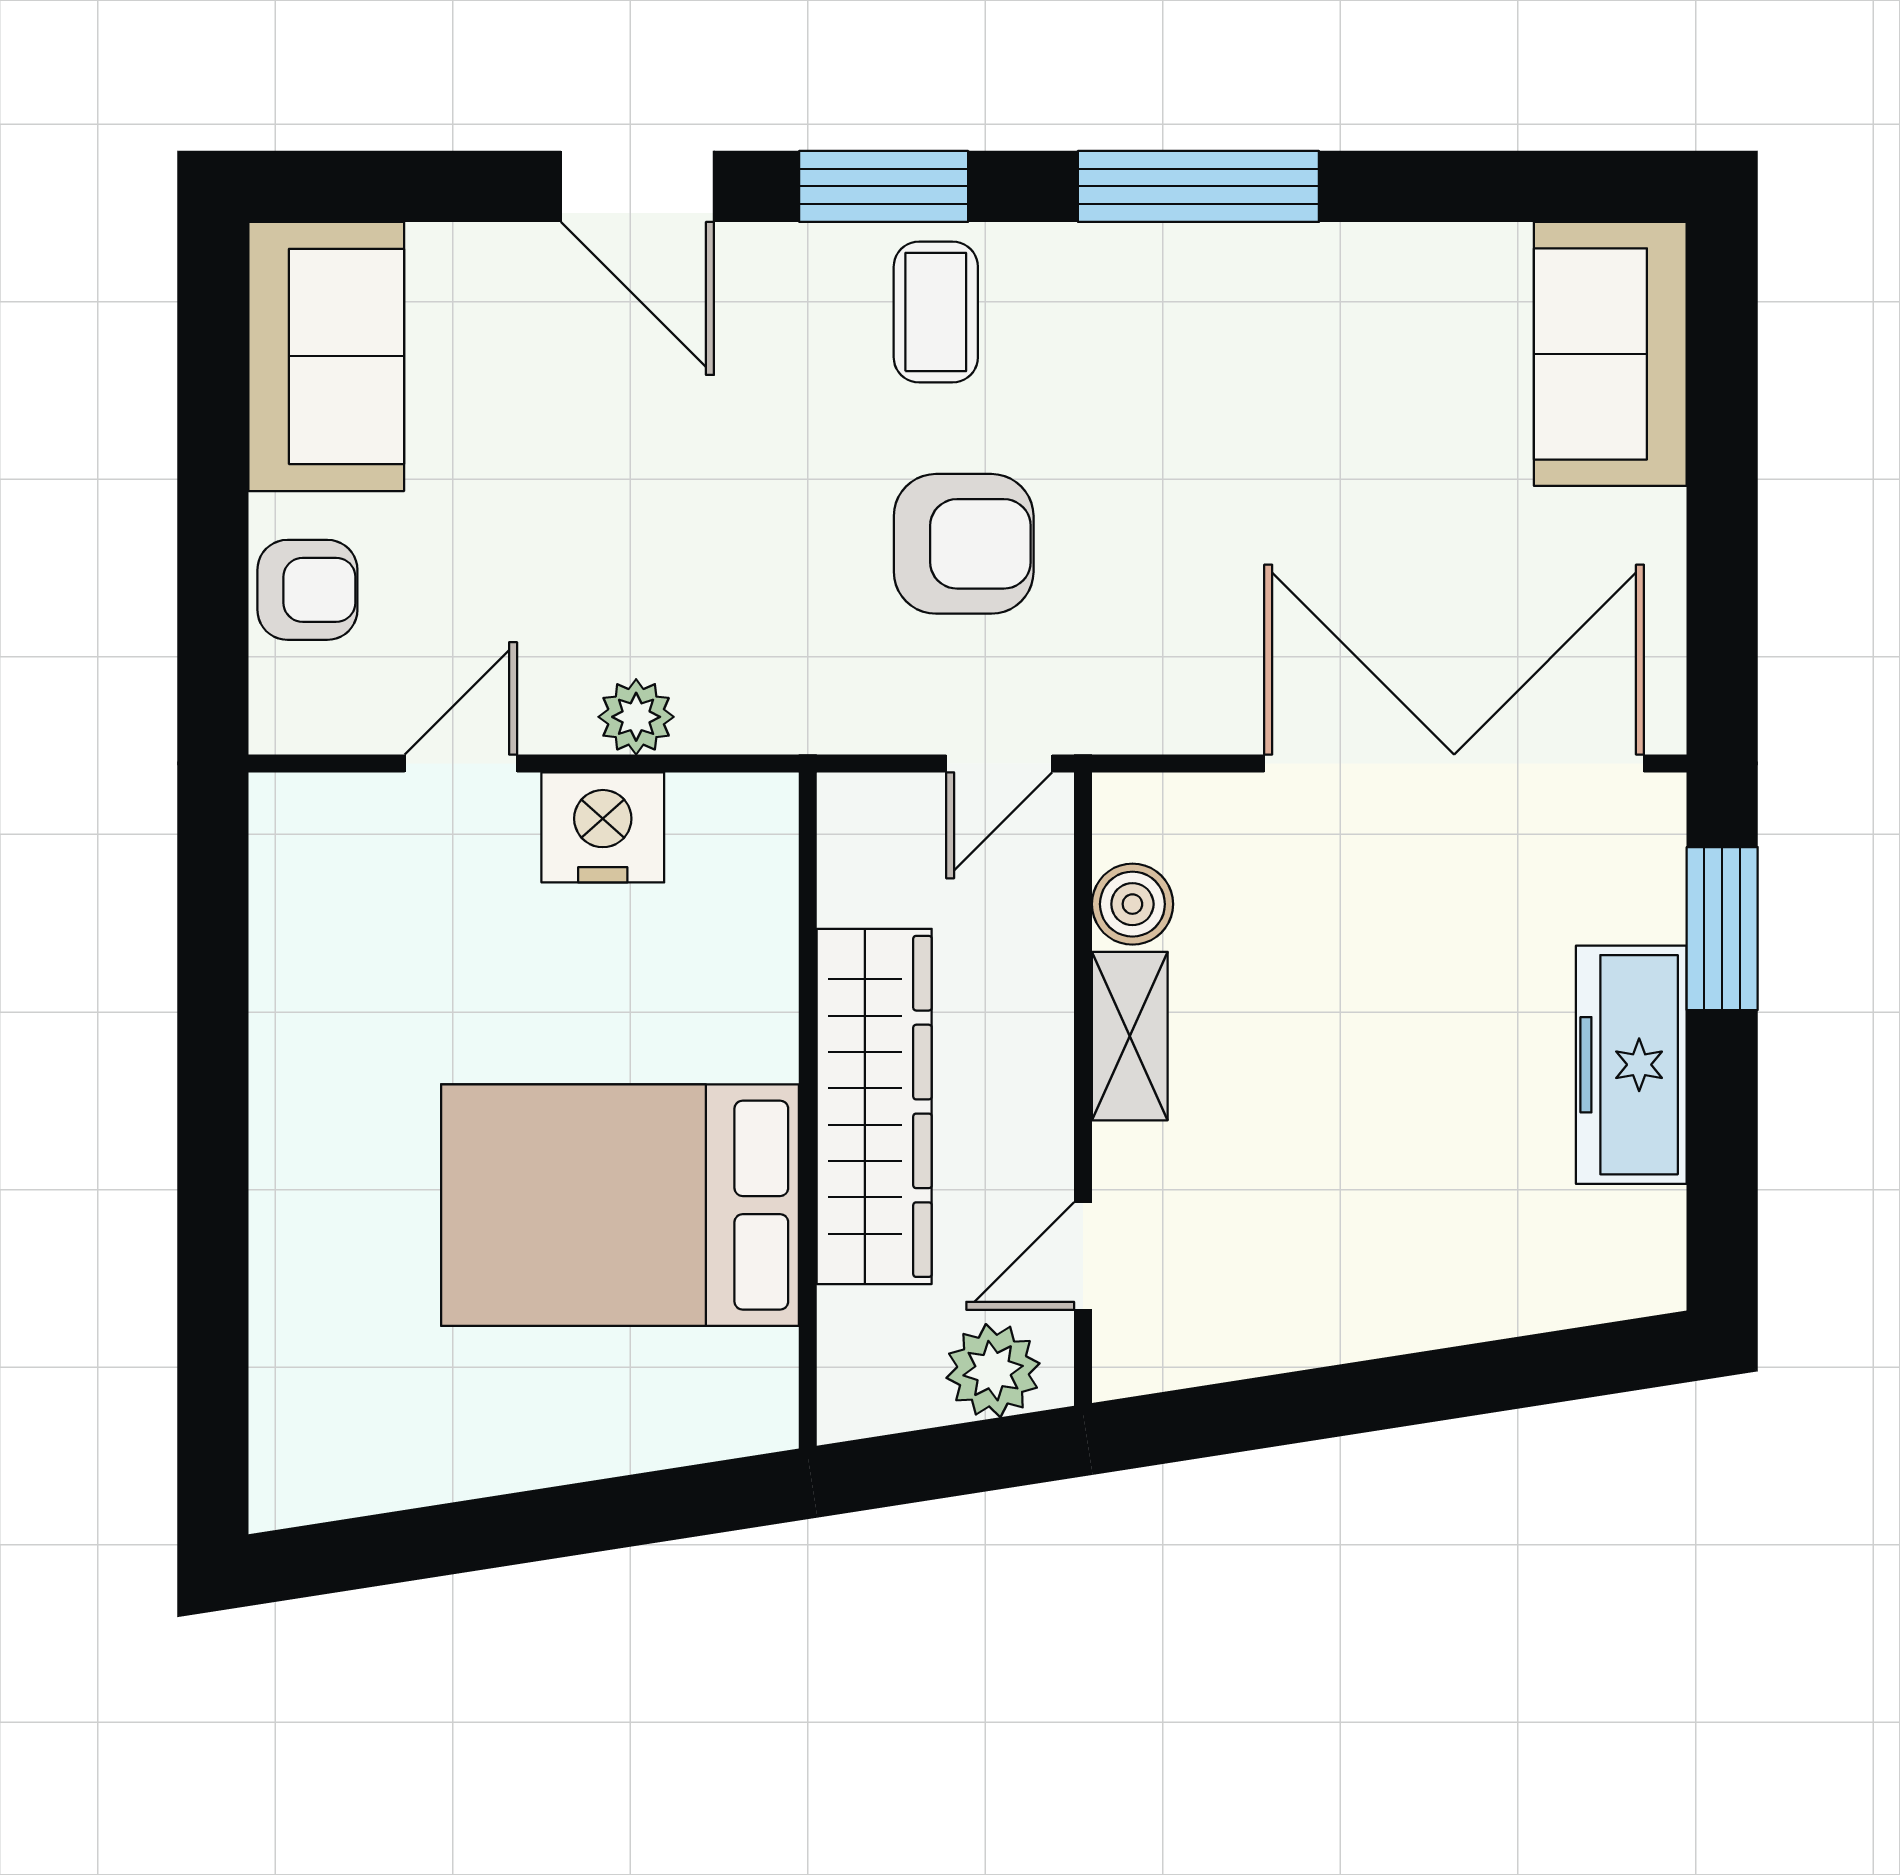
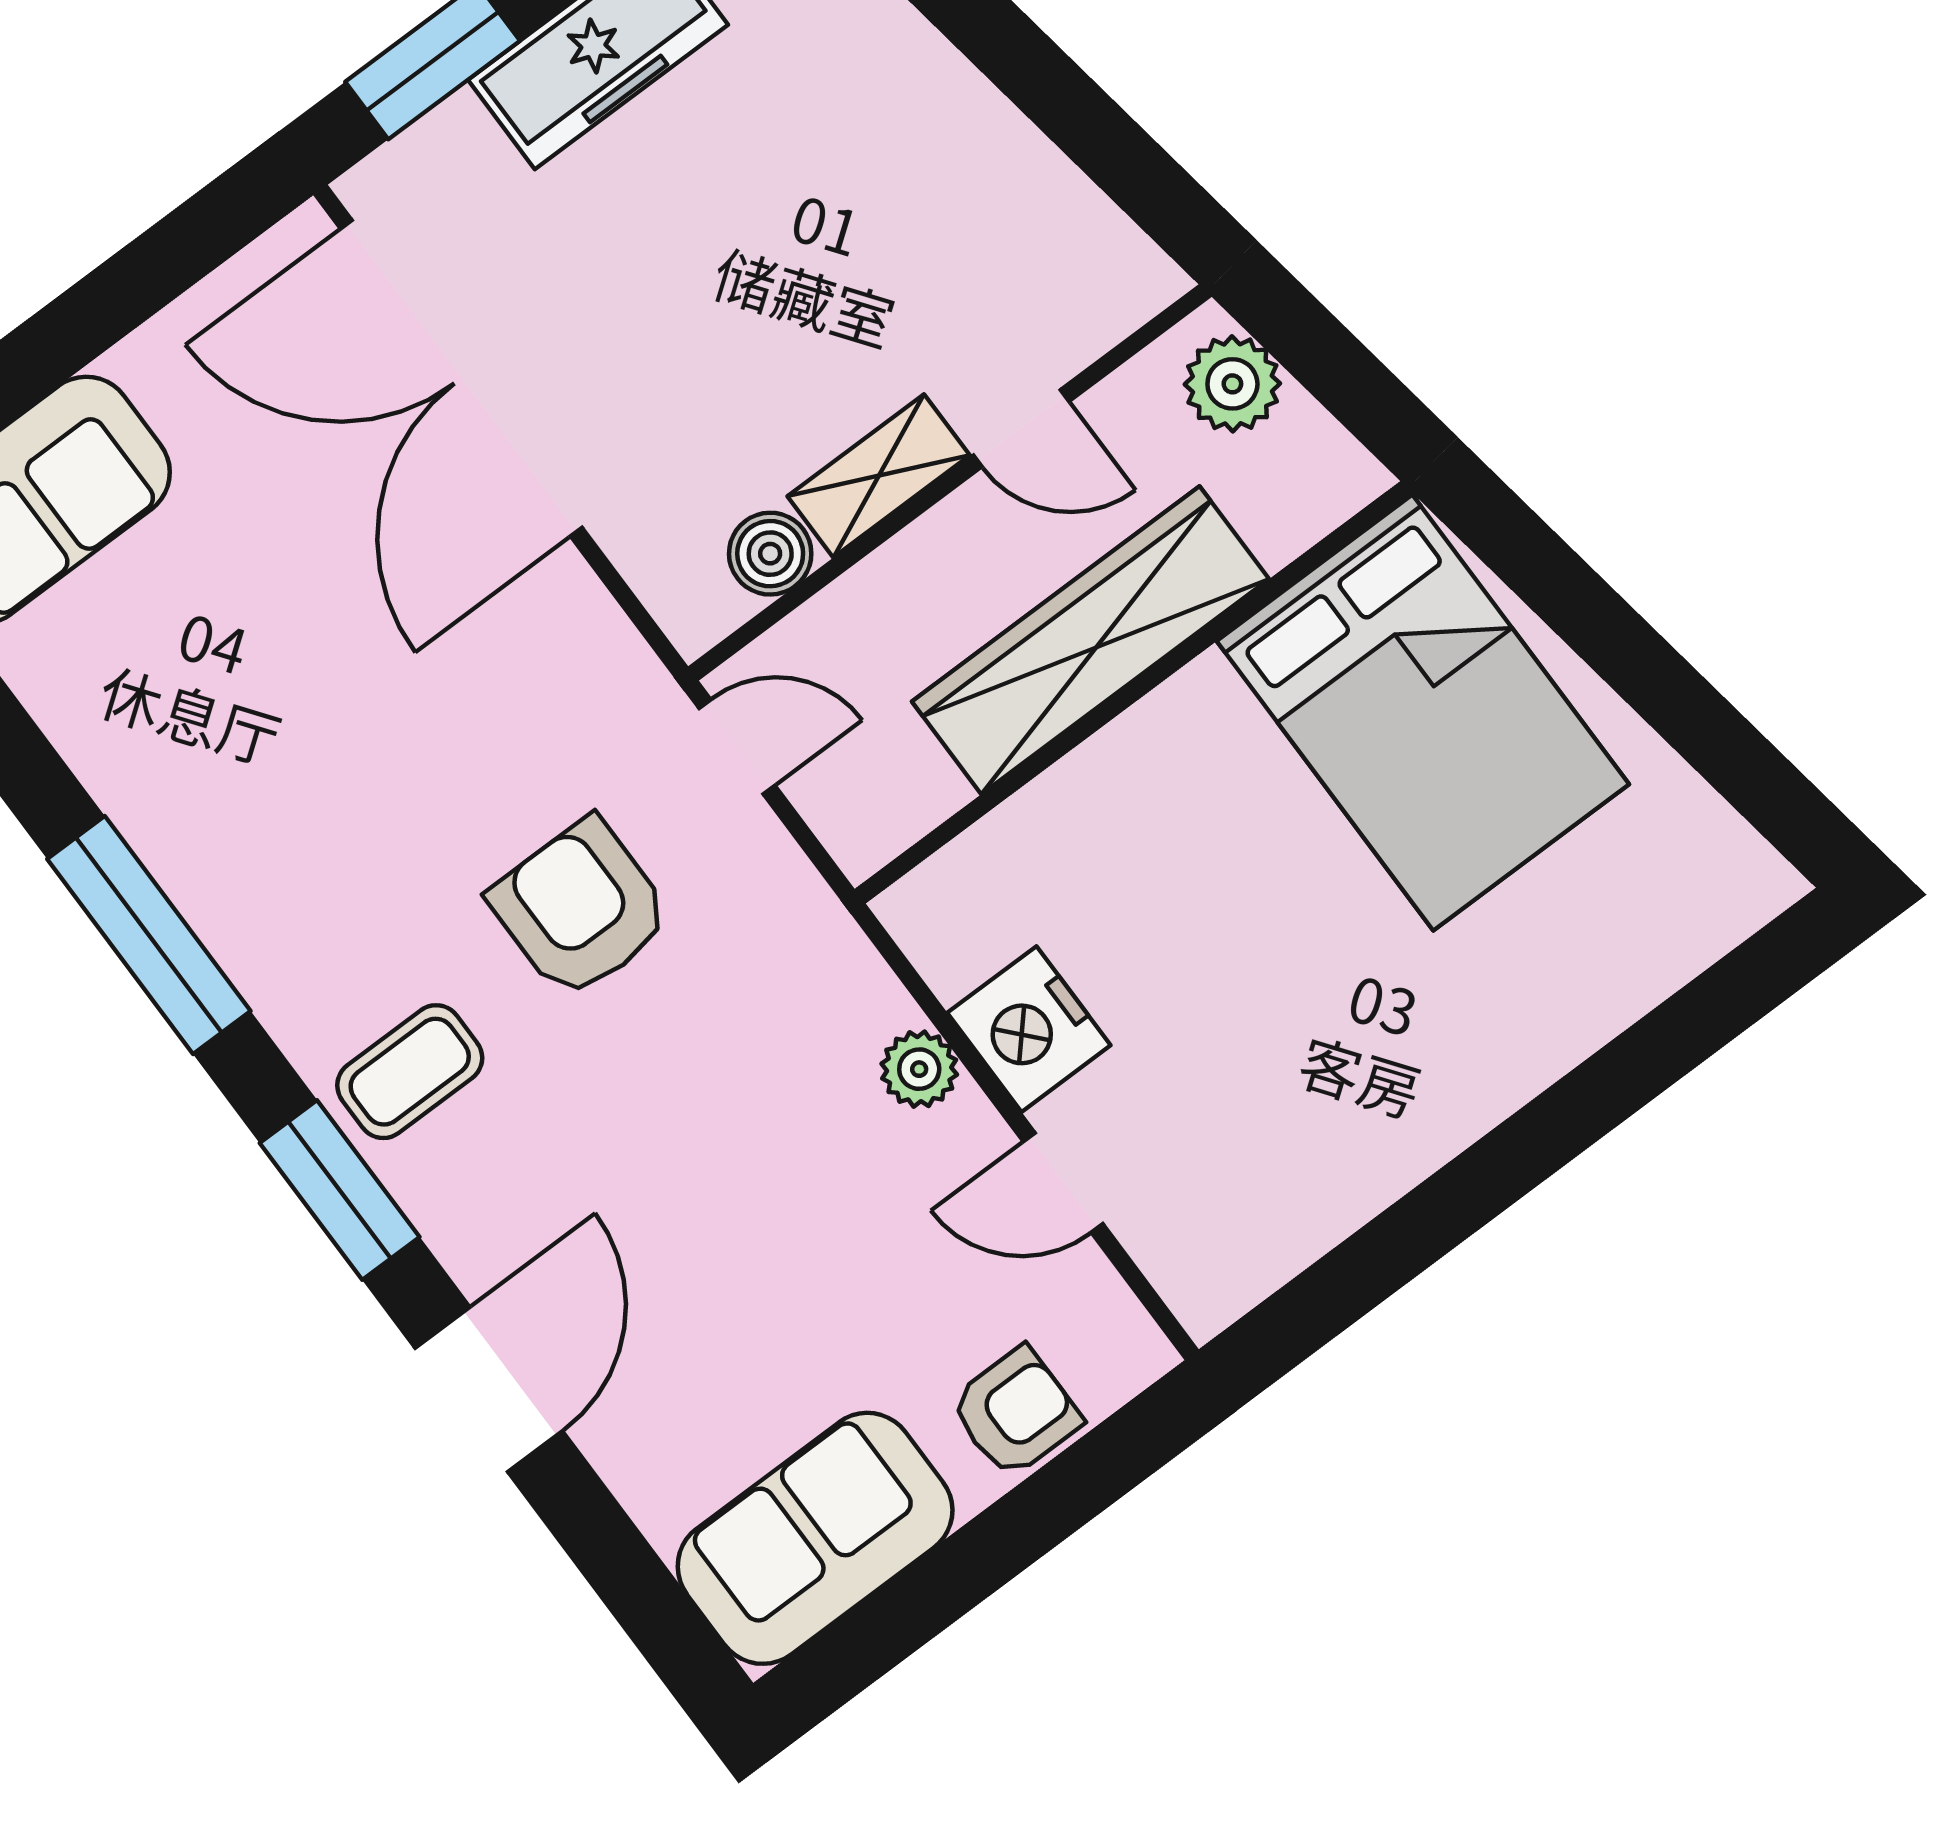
armchair: (307, 590) -> (1016, 1412), turned 90
bed: (620, 1205) -> (1423, 713), moved
door: (1083, 1256) -> (1021, 428), moved

